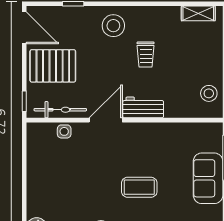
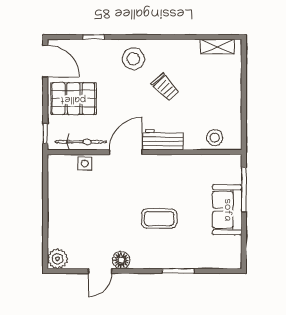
trolley: (146, 55) -> (165, 87), turned -43
stool: (209, 93) -> (215, 138), moved

